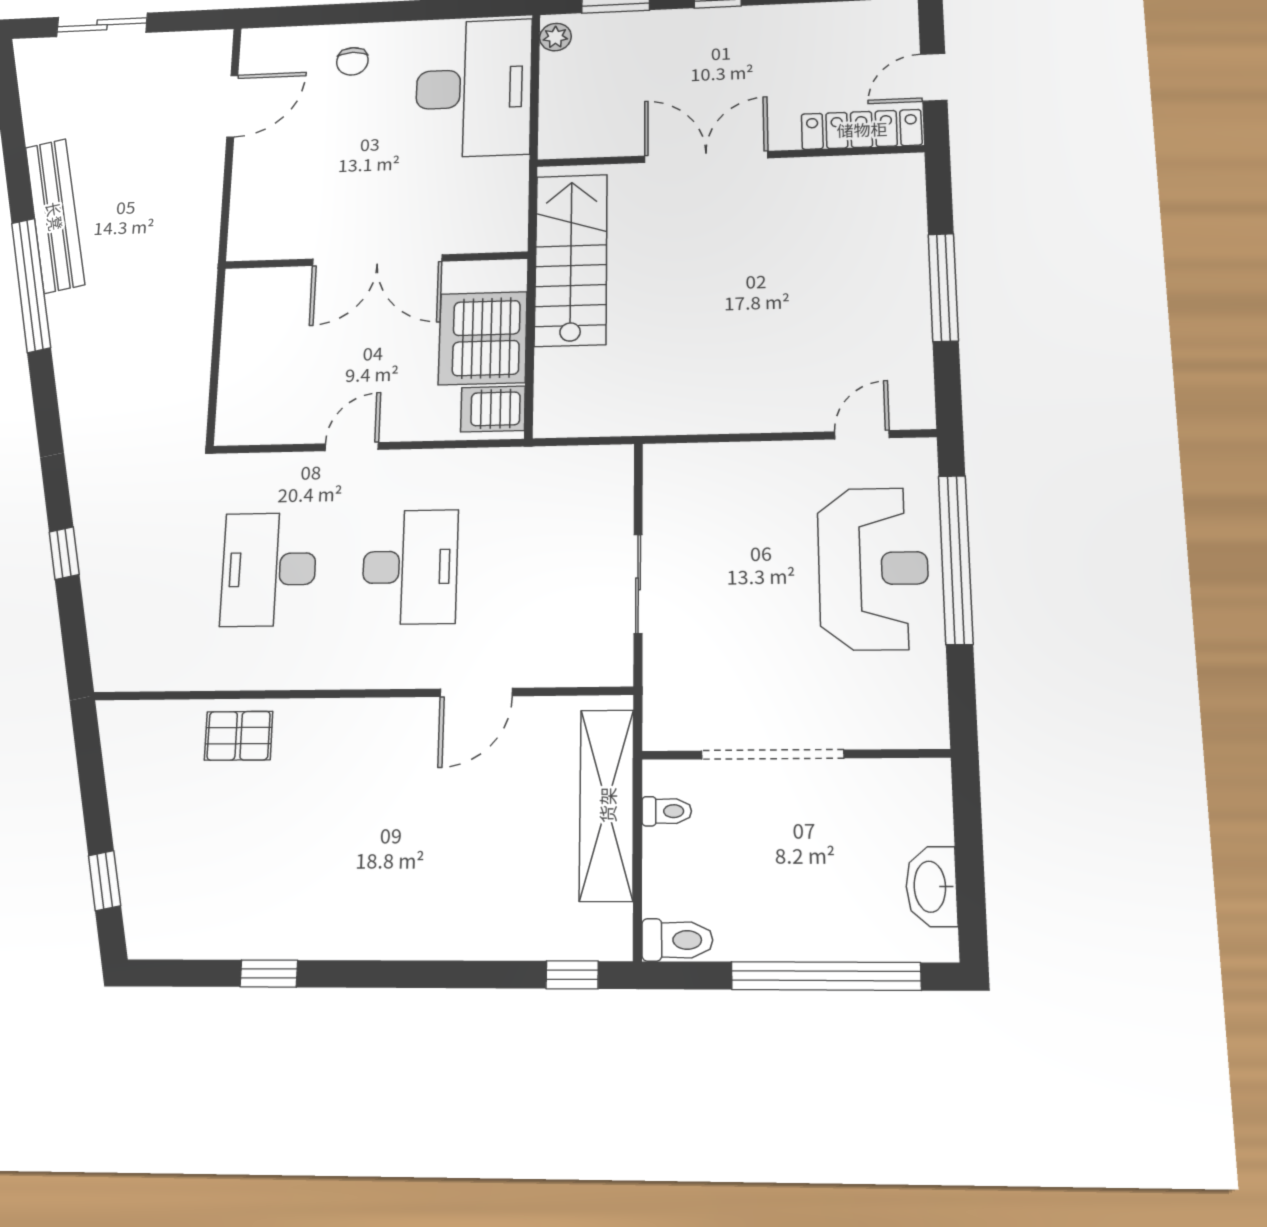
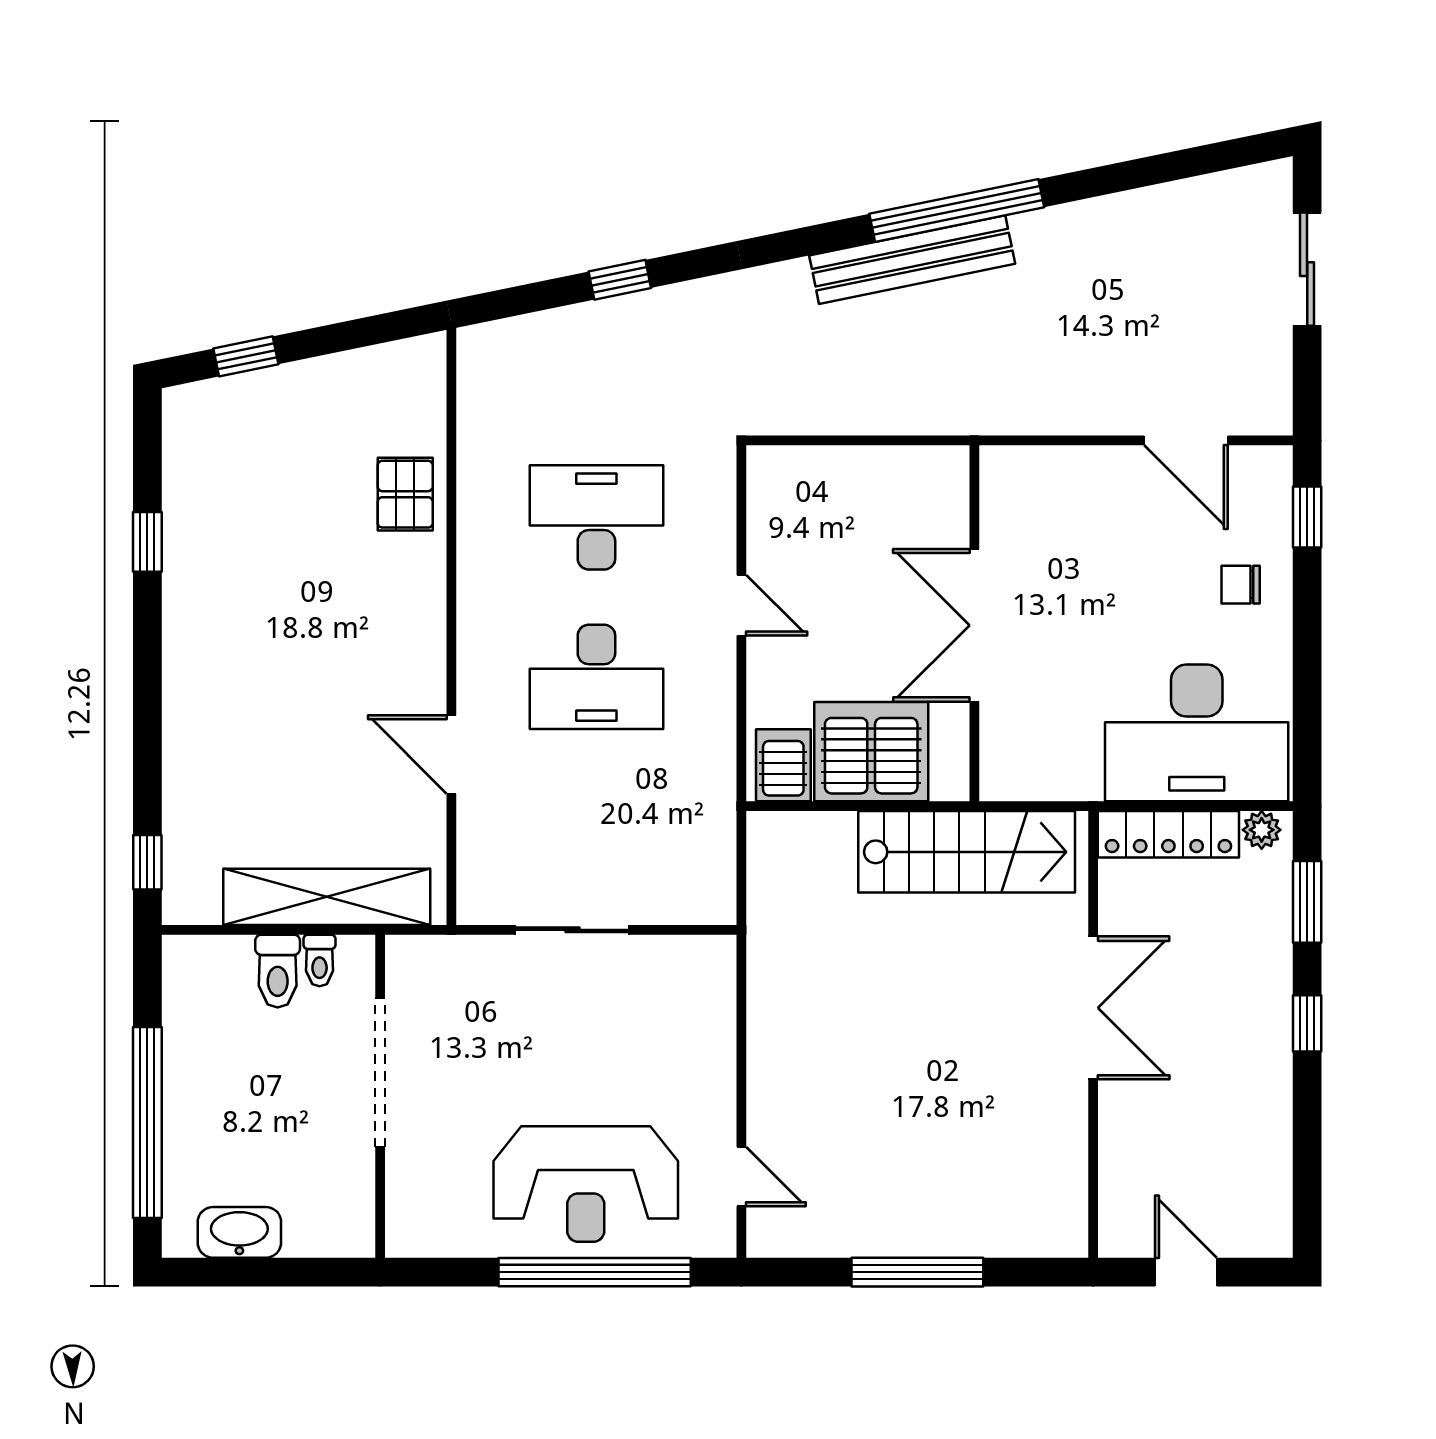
window: (300, 16) -> (1307, 517), added
locker: (862, 129) -> (1168, 834), moved, turned 90
bench: (55, 216) -> (912, 260), moved
toilet: (677, 940) -> (278, 971), moved

